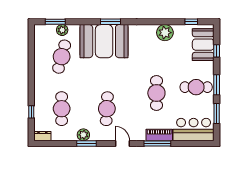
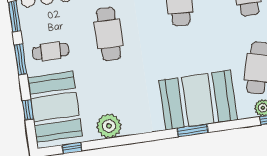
booth: (203, 45) -> (55, 107), width x1.36, depth x1.42
cafe table: (196, 87) -> (51, 51), width x0.73, depth x0.74

